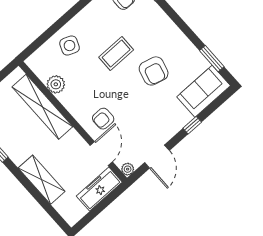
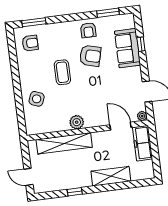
plant: (56, 84) -> (77, 122), moved
sofa: (204, 91) -> (127, 48), moved
armchair: (103, 119) -> (88, 30), moved
window: (192, 125) -> (141, 44), moved

